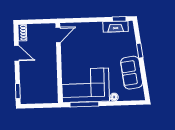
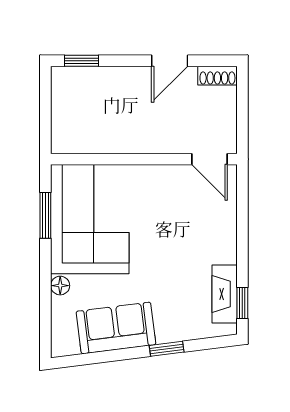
window: (84, 104) -> (45, 215), width x0.69

